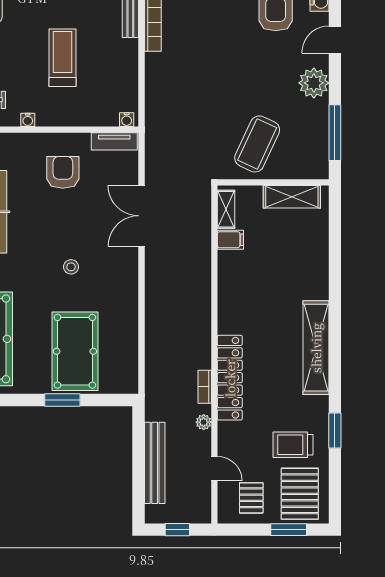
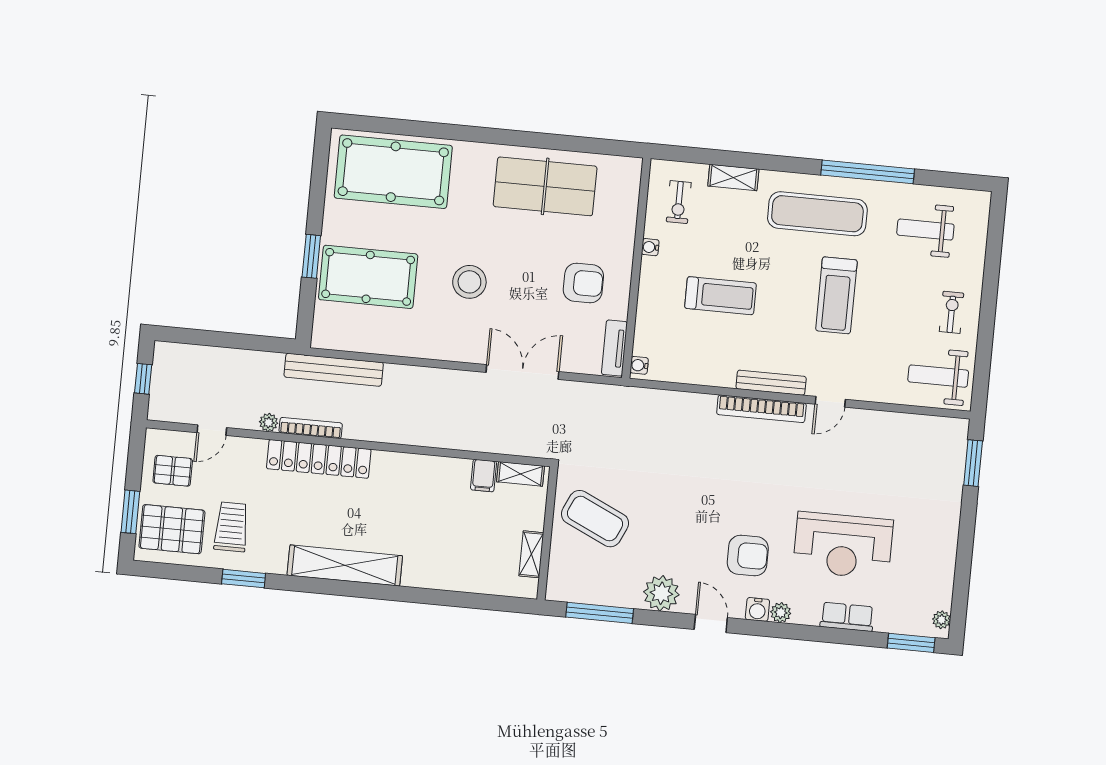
shelving: (292, 197) -> (531, 554), width x0.67, depth x0.75
stool: (71, 267) -> (469, 282), width x1.89, depth x1.89
bookcase: (205, 387) -> (311, 428), width x1.56
bench: (155, 463) -> (334, 370), moved

